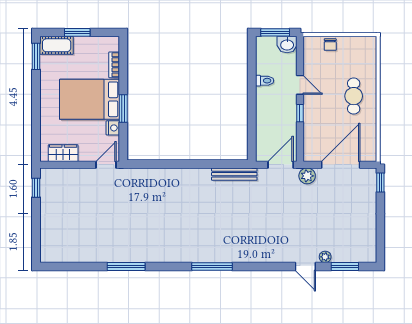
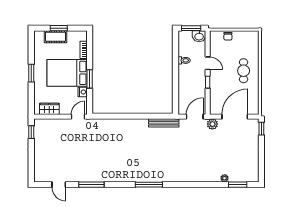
cot: (57, 45) -> (56, 37), moved
window: (36, 56) -> (31, 73), moved
door: (305, 266) -> (59, 185), moved

